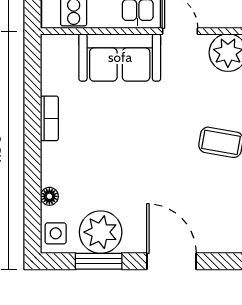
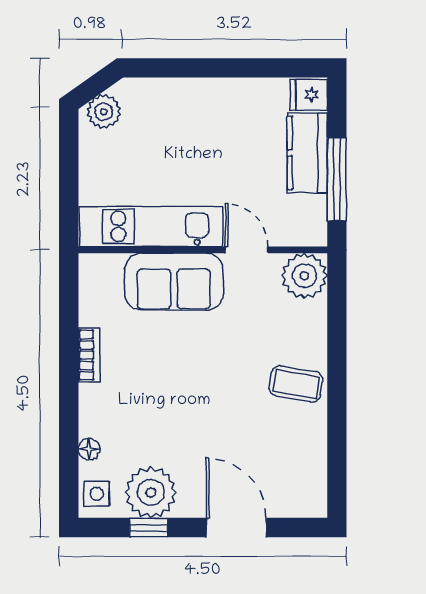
window: (99, 261) -> (149, 528), width x0.67

